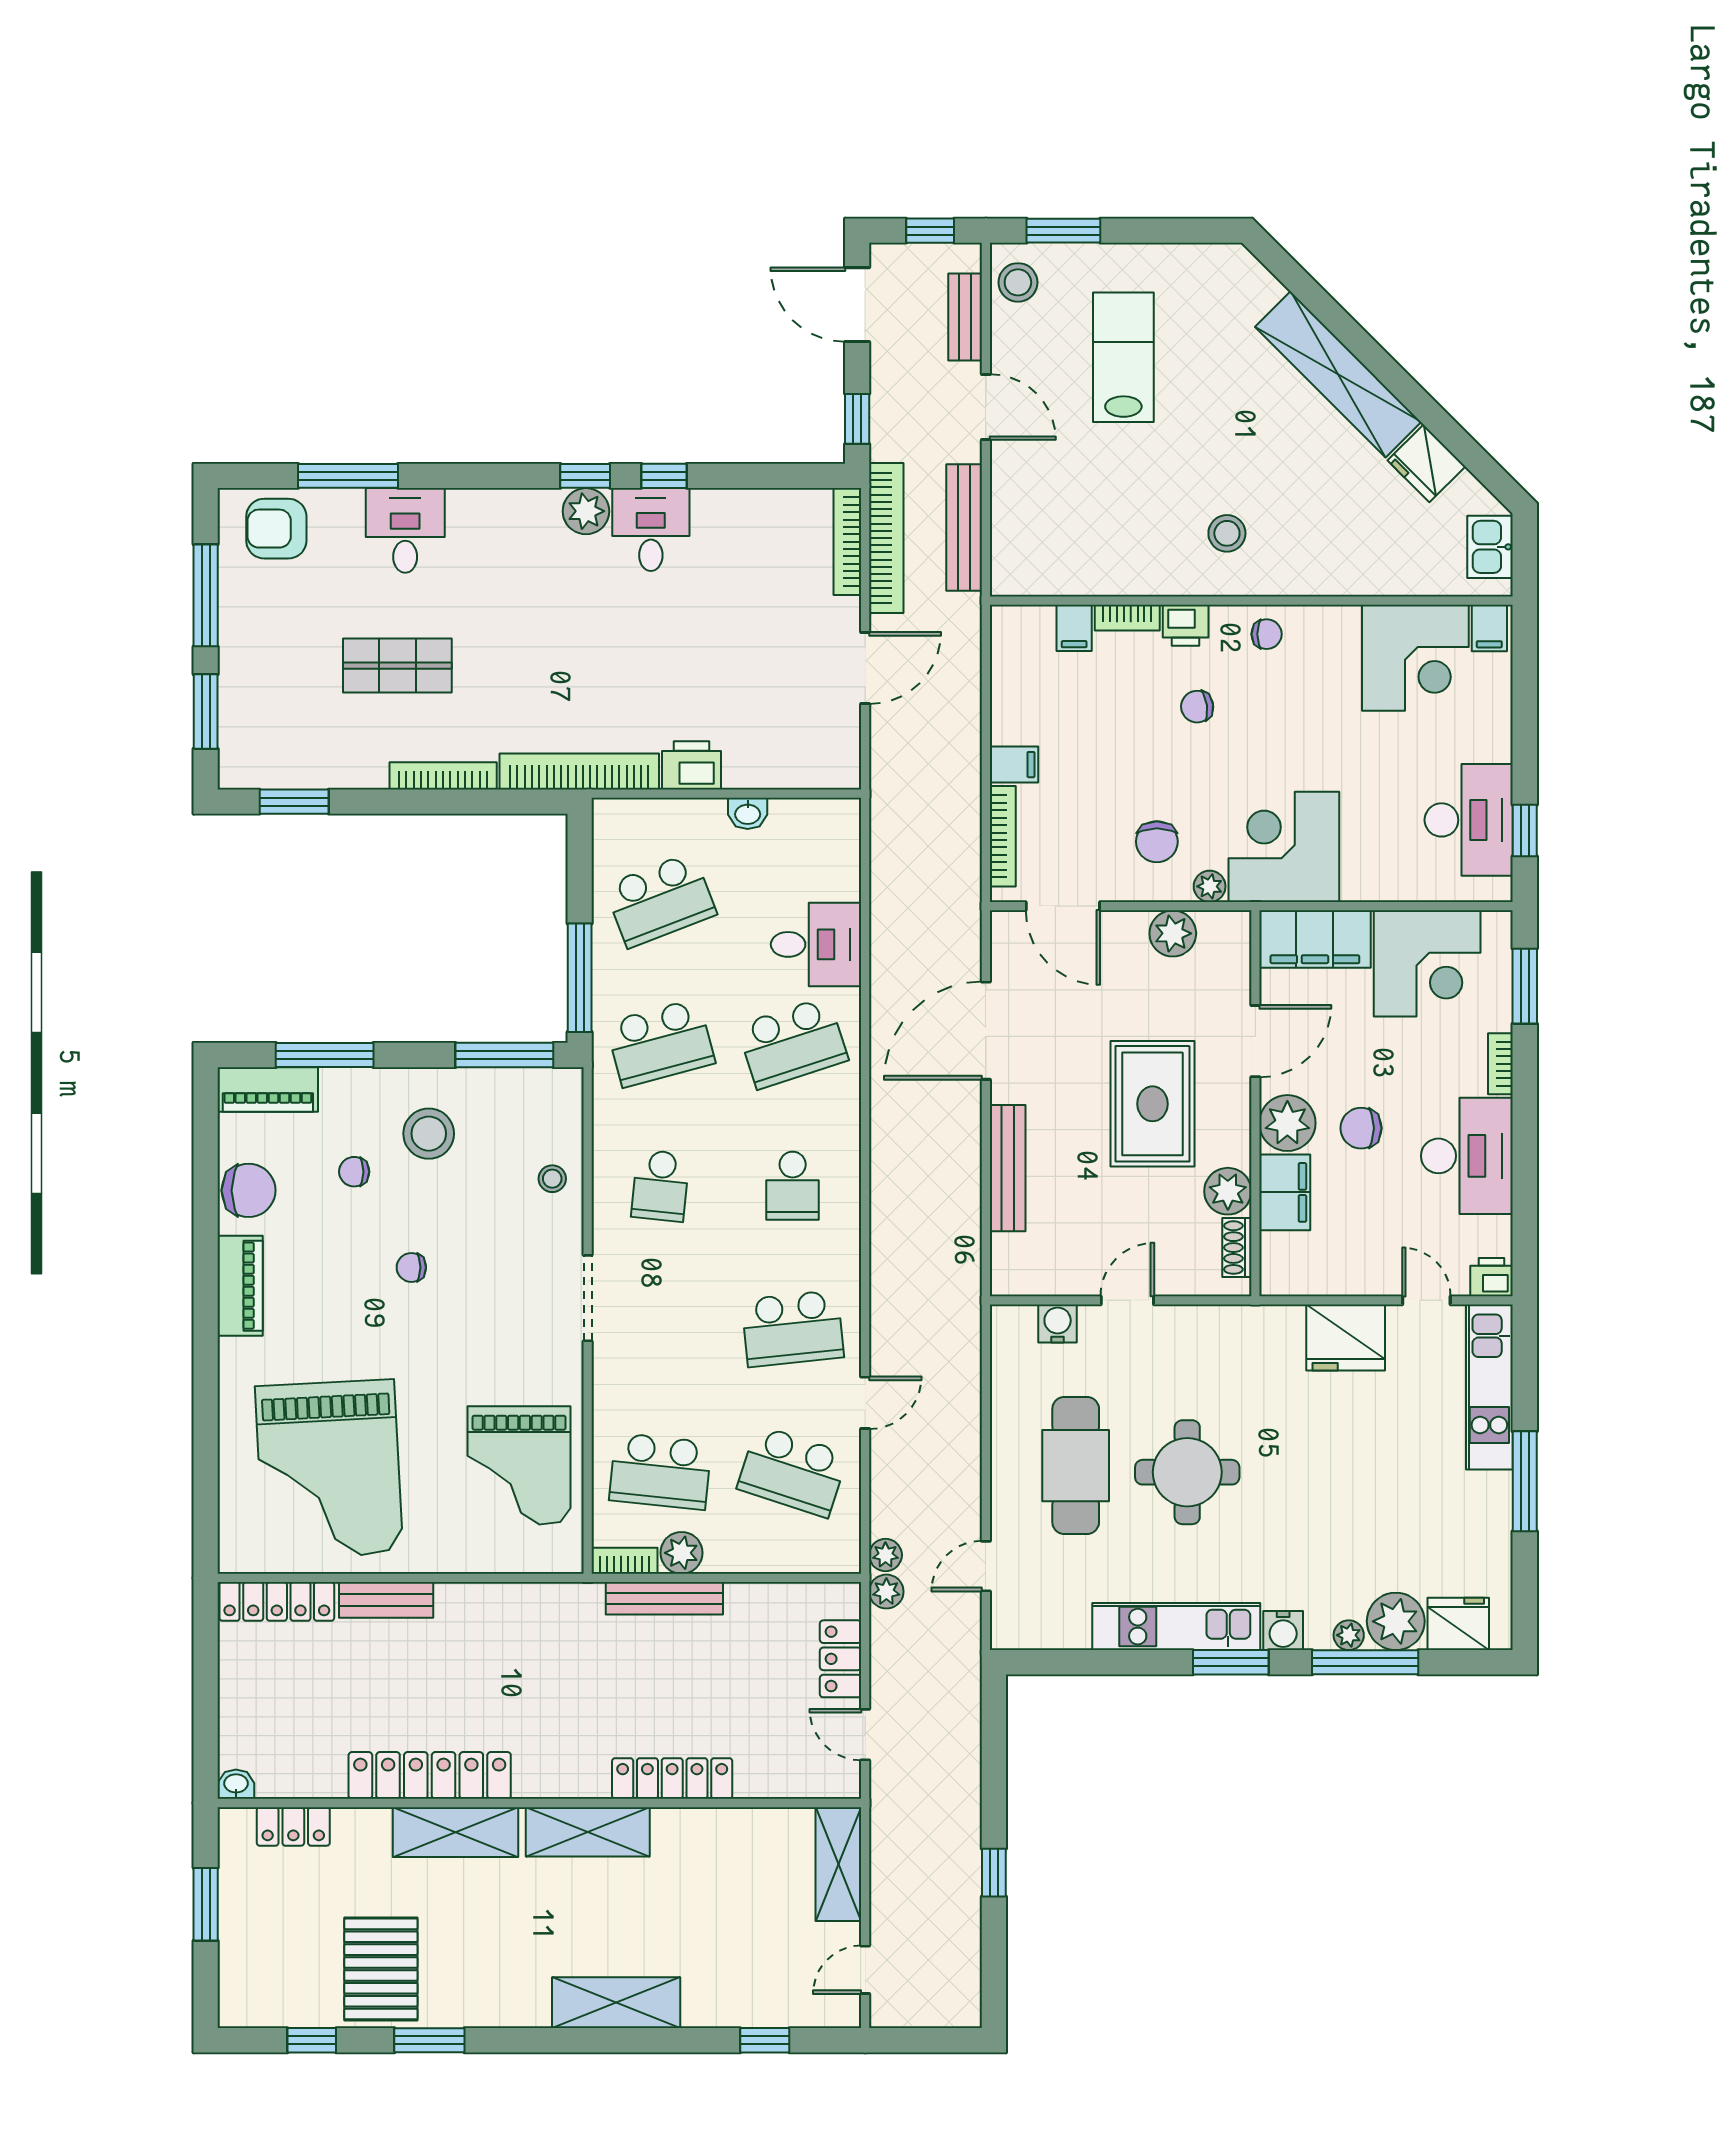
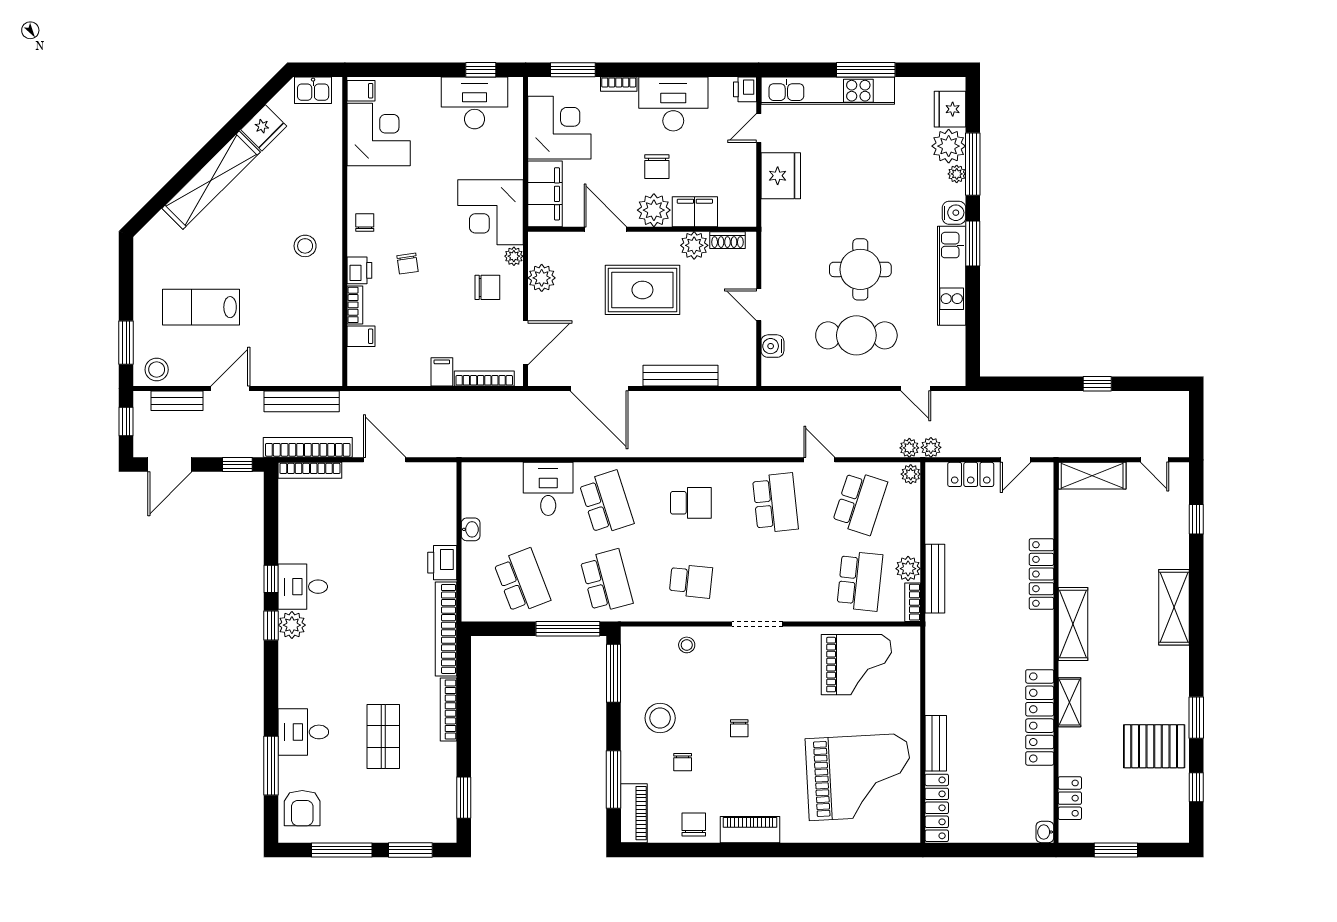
chair: (249, 1190) -> (694, 825), width x0.73, depth x0.73
kitchen unit: (1489, 1387) -> (828, 91), width x1.36
plant: (841, 1557) -> (911, 474), added
shelving: (455, 1832) -> (1069, 702), width x0.67, depth x0.75

